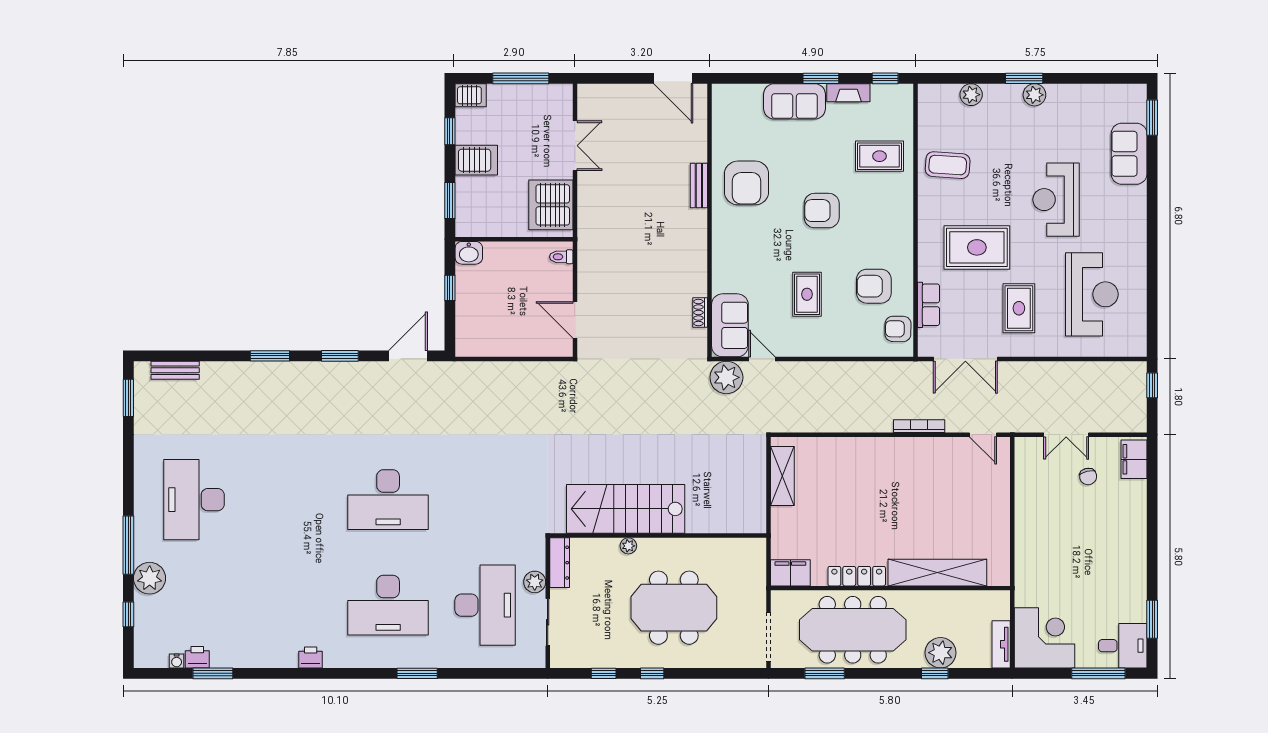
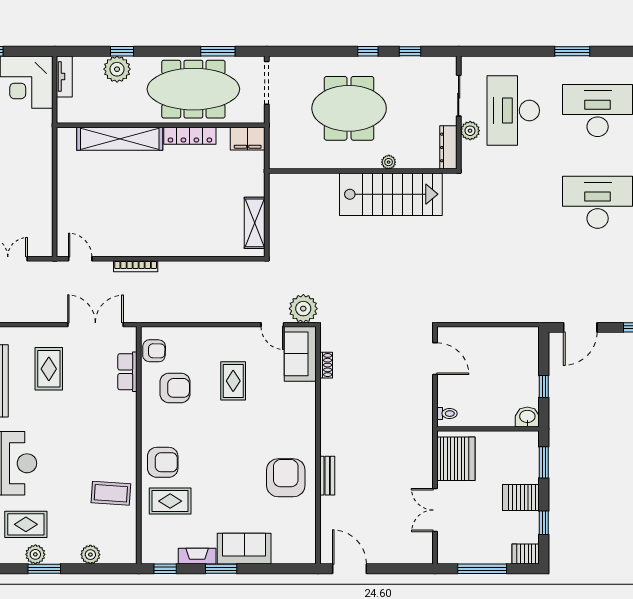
armchair: (822, 211) -> (163, 462), moved
rug: (977, 247) -> (26, 524), moved, width x0.73, depth x0.70

